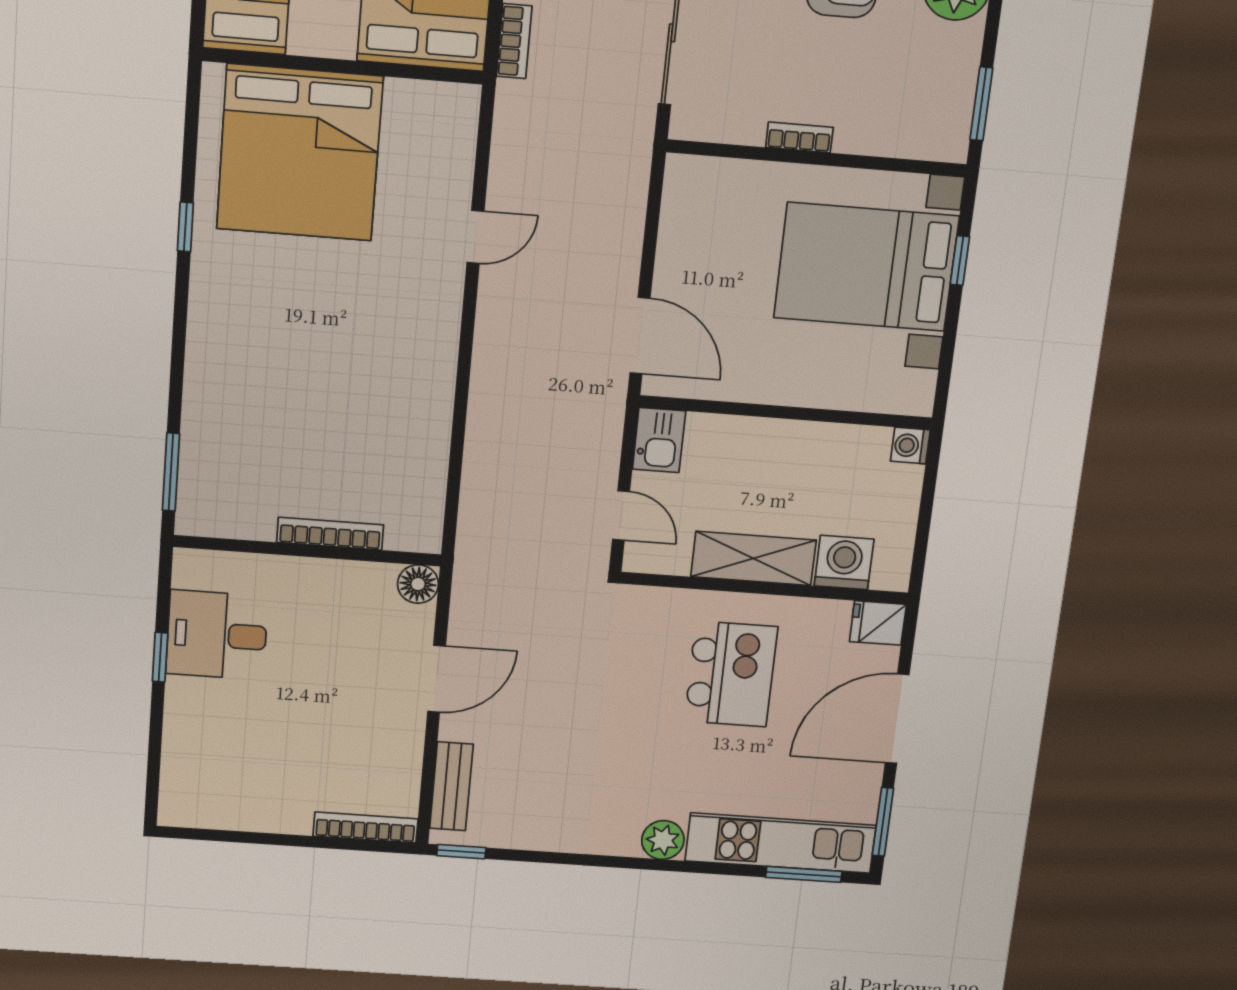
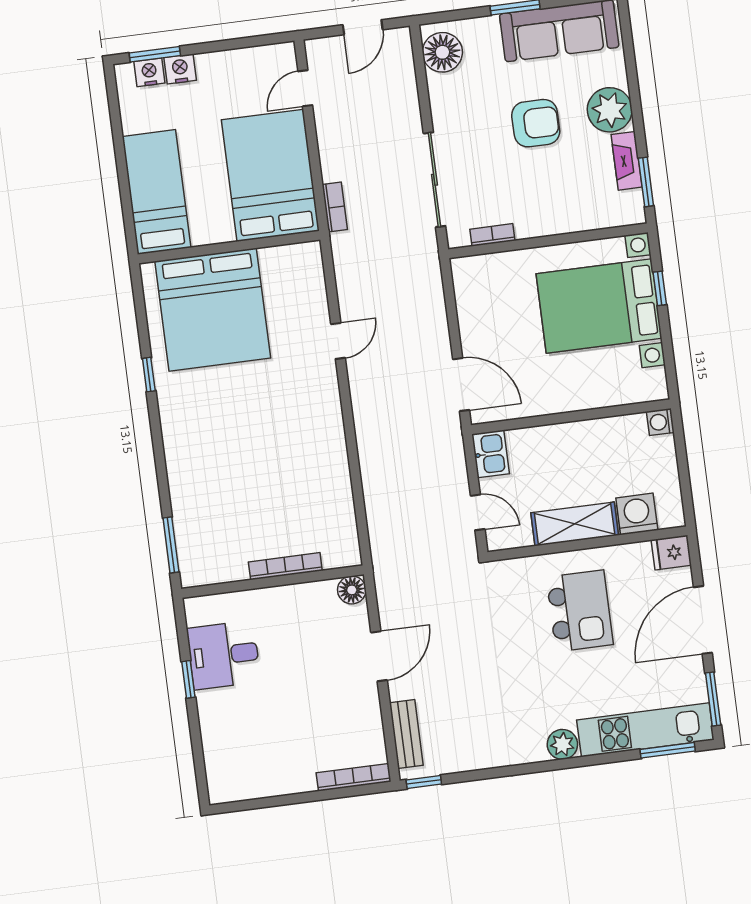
fireplace: (962, 67) -> (627, 161), added
bookcase: (799, 137) -> (492, 235), moved

